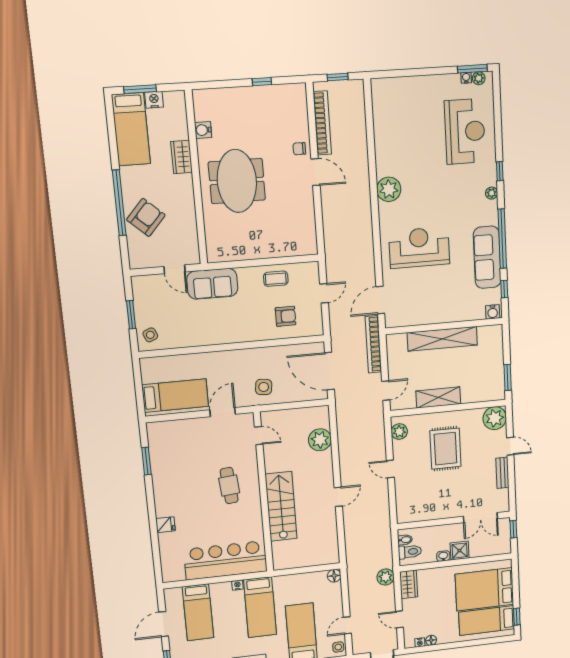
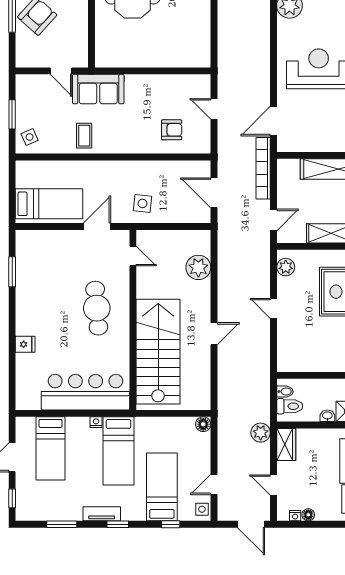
coffee table: (276, 279) -> (84, 136), moved, turned 90
door: (324, 293) -> (214, 109), swing flipped
door: (329, 371) -> (214, 193), width x0.73
cafe table: (229, 486) -> (97, 308), width x1.37, depth x1.35
stairs: (281, 506) -> (158, 352), width x1.36, depth x1.51

